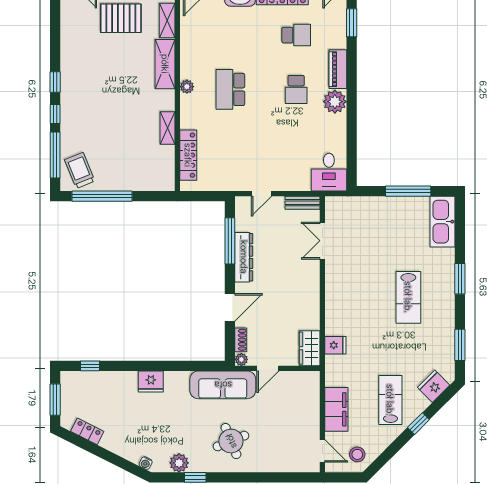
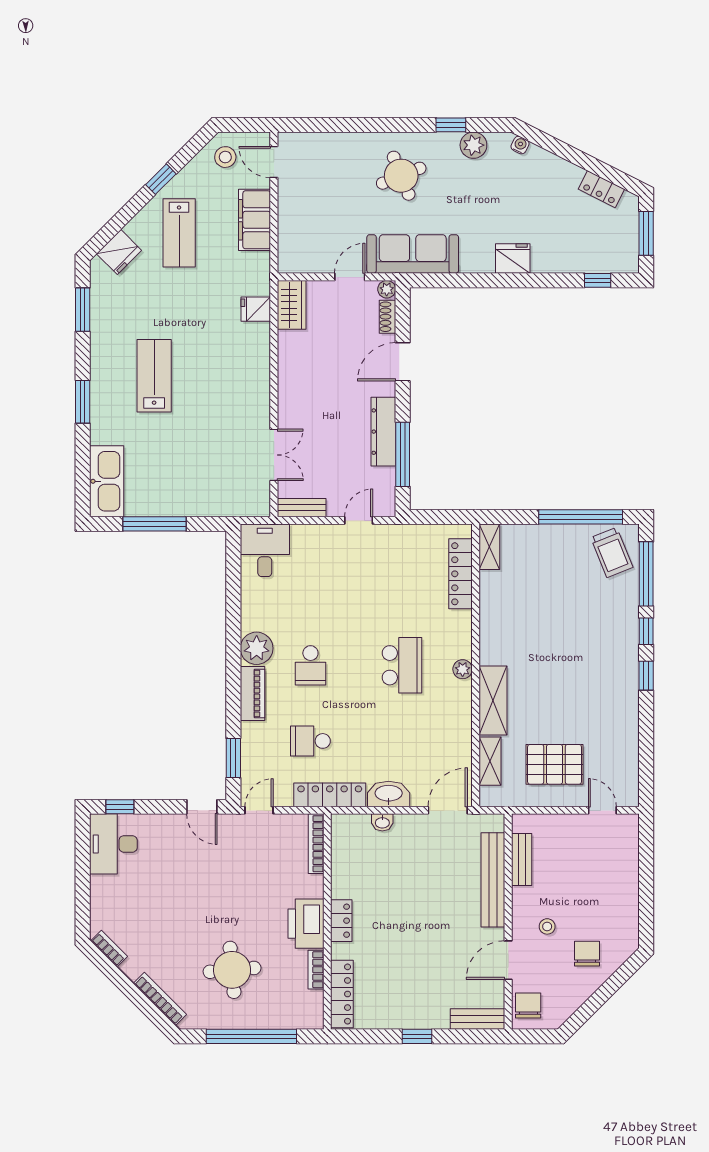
school desk: (296, 89) -> (310, 665), turned 180
shelving: (168, 128) -> (489, 547), moved
window: (418, 424) -> (161, 179), moved

